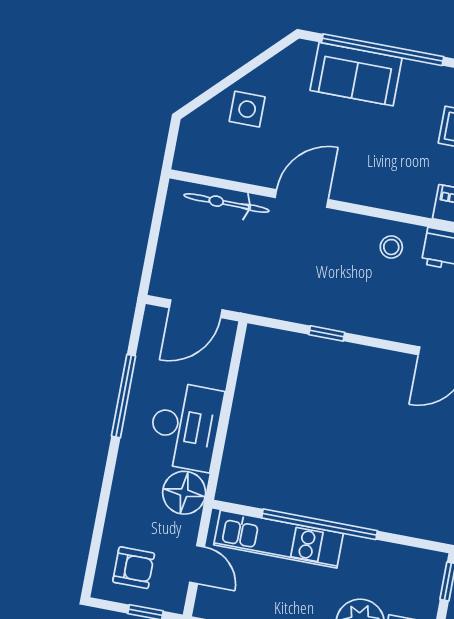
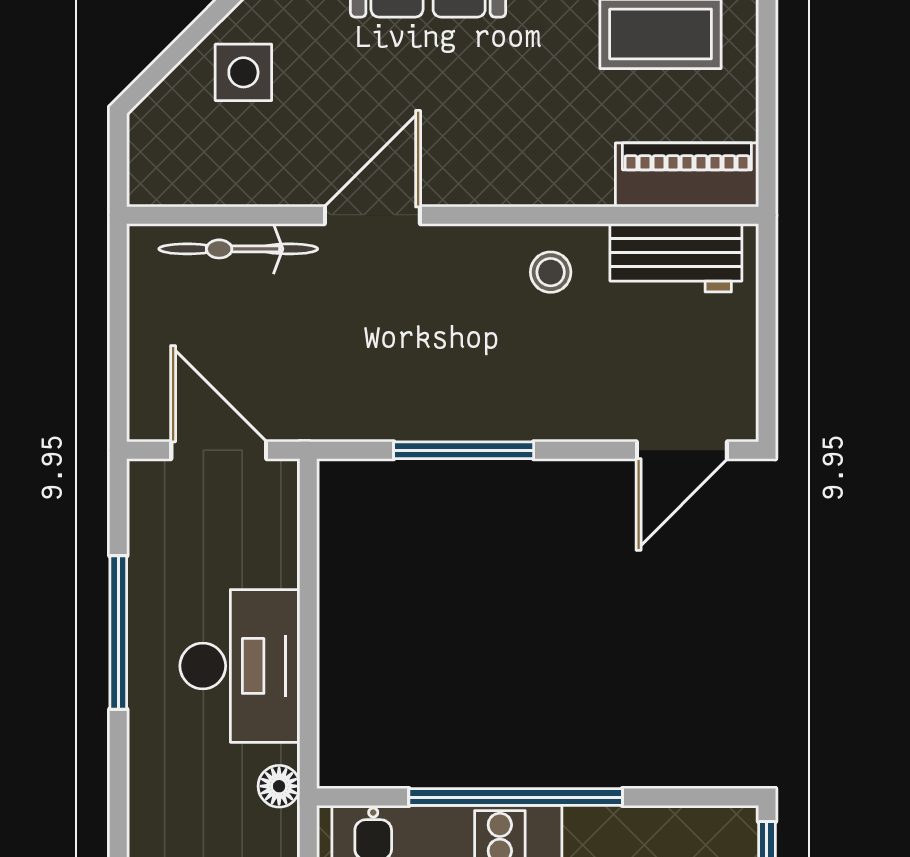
door: (196, 309) -> (219, 450), swing flipped
window: (327, 333) -> (464, 450), width x2.17
floor lamp: (184, 493) -> (279, 786), width x0.53, depth x0.53

